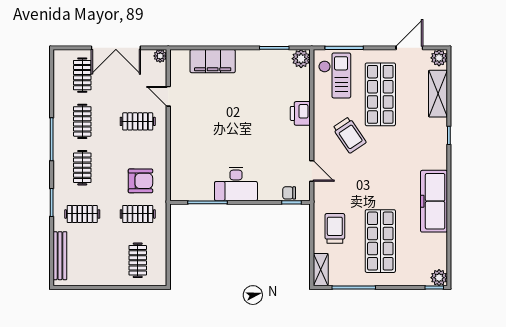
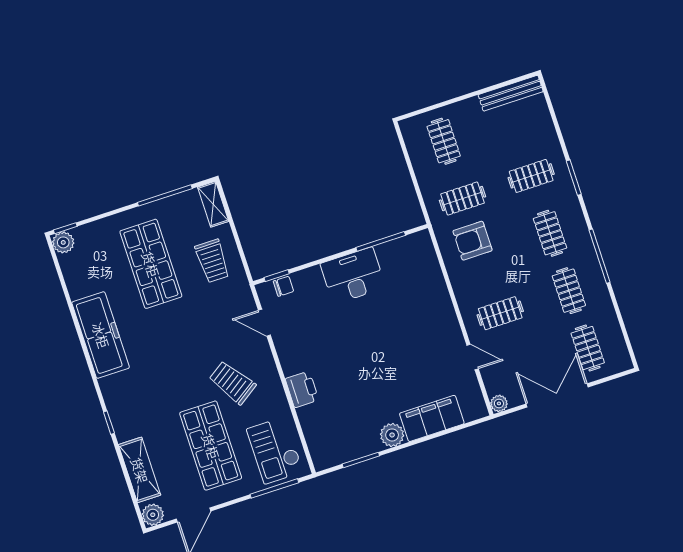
plant: (301, 59) -> (392, 435), moved
bench: (60, 256) -> (511, 93), moved, turned 90

